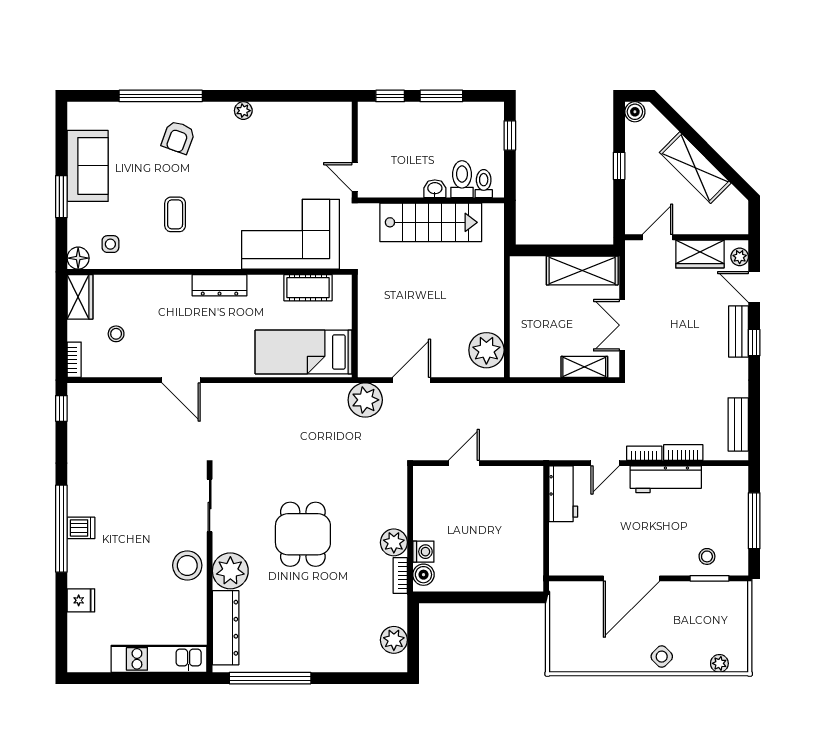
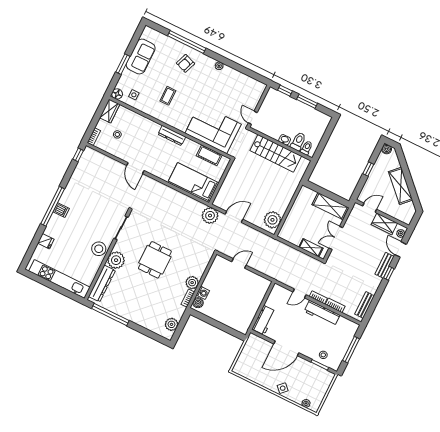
window: (510, 136) -> (328, 133), removed
workbench: (563, 494) -> (264, 320), moved
kitchen unit: (159, 659) -> (59, 279), width x1.36

